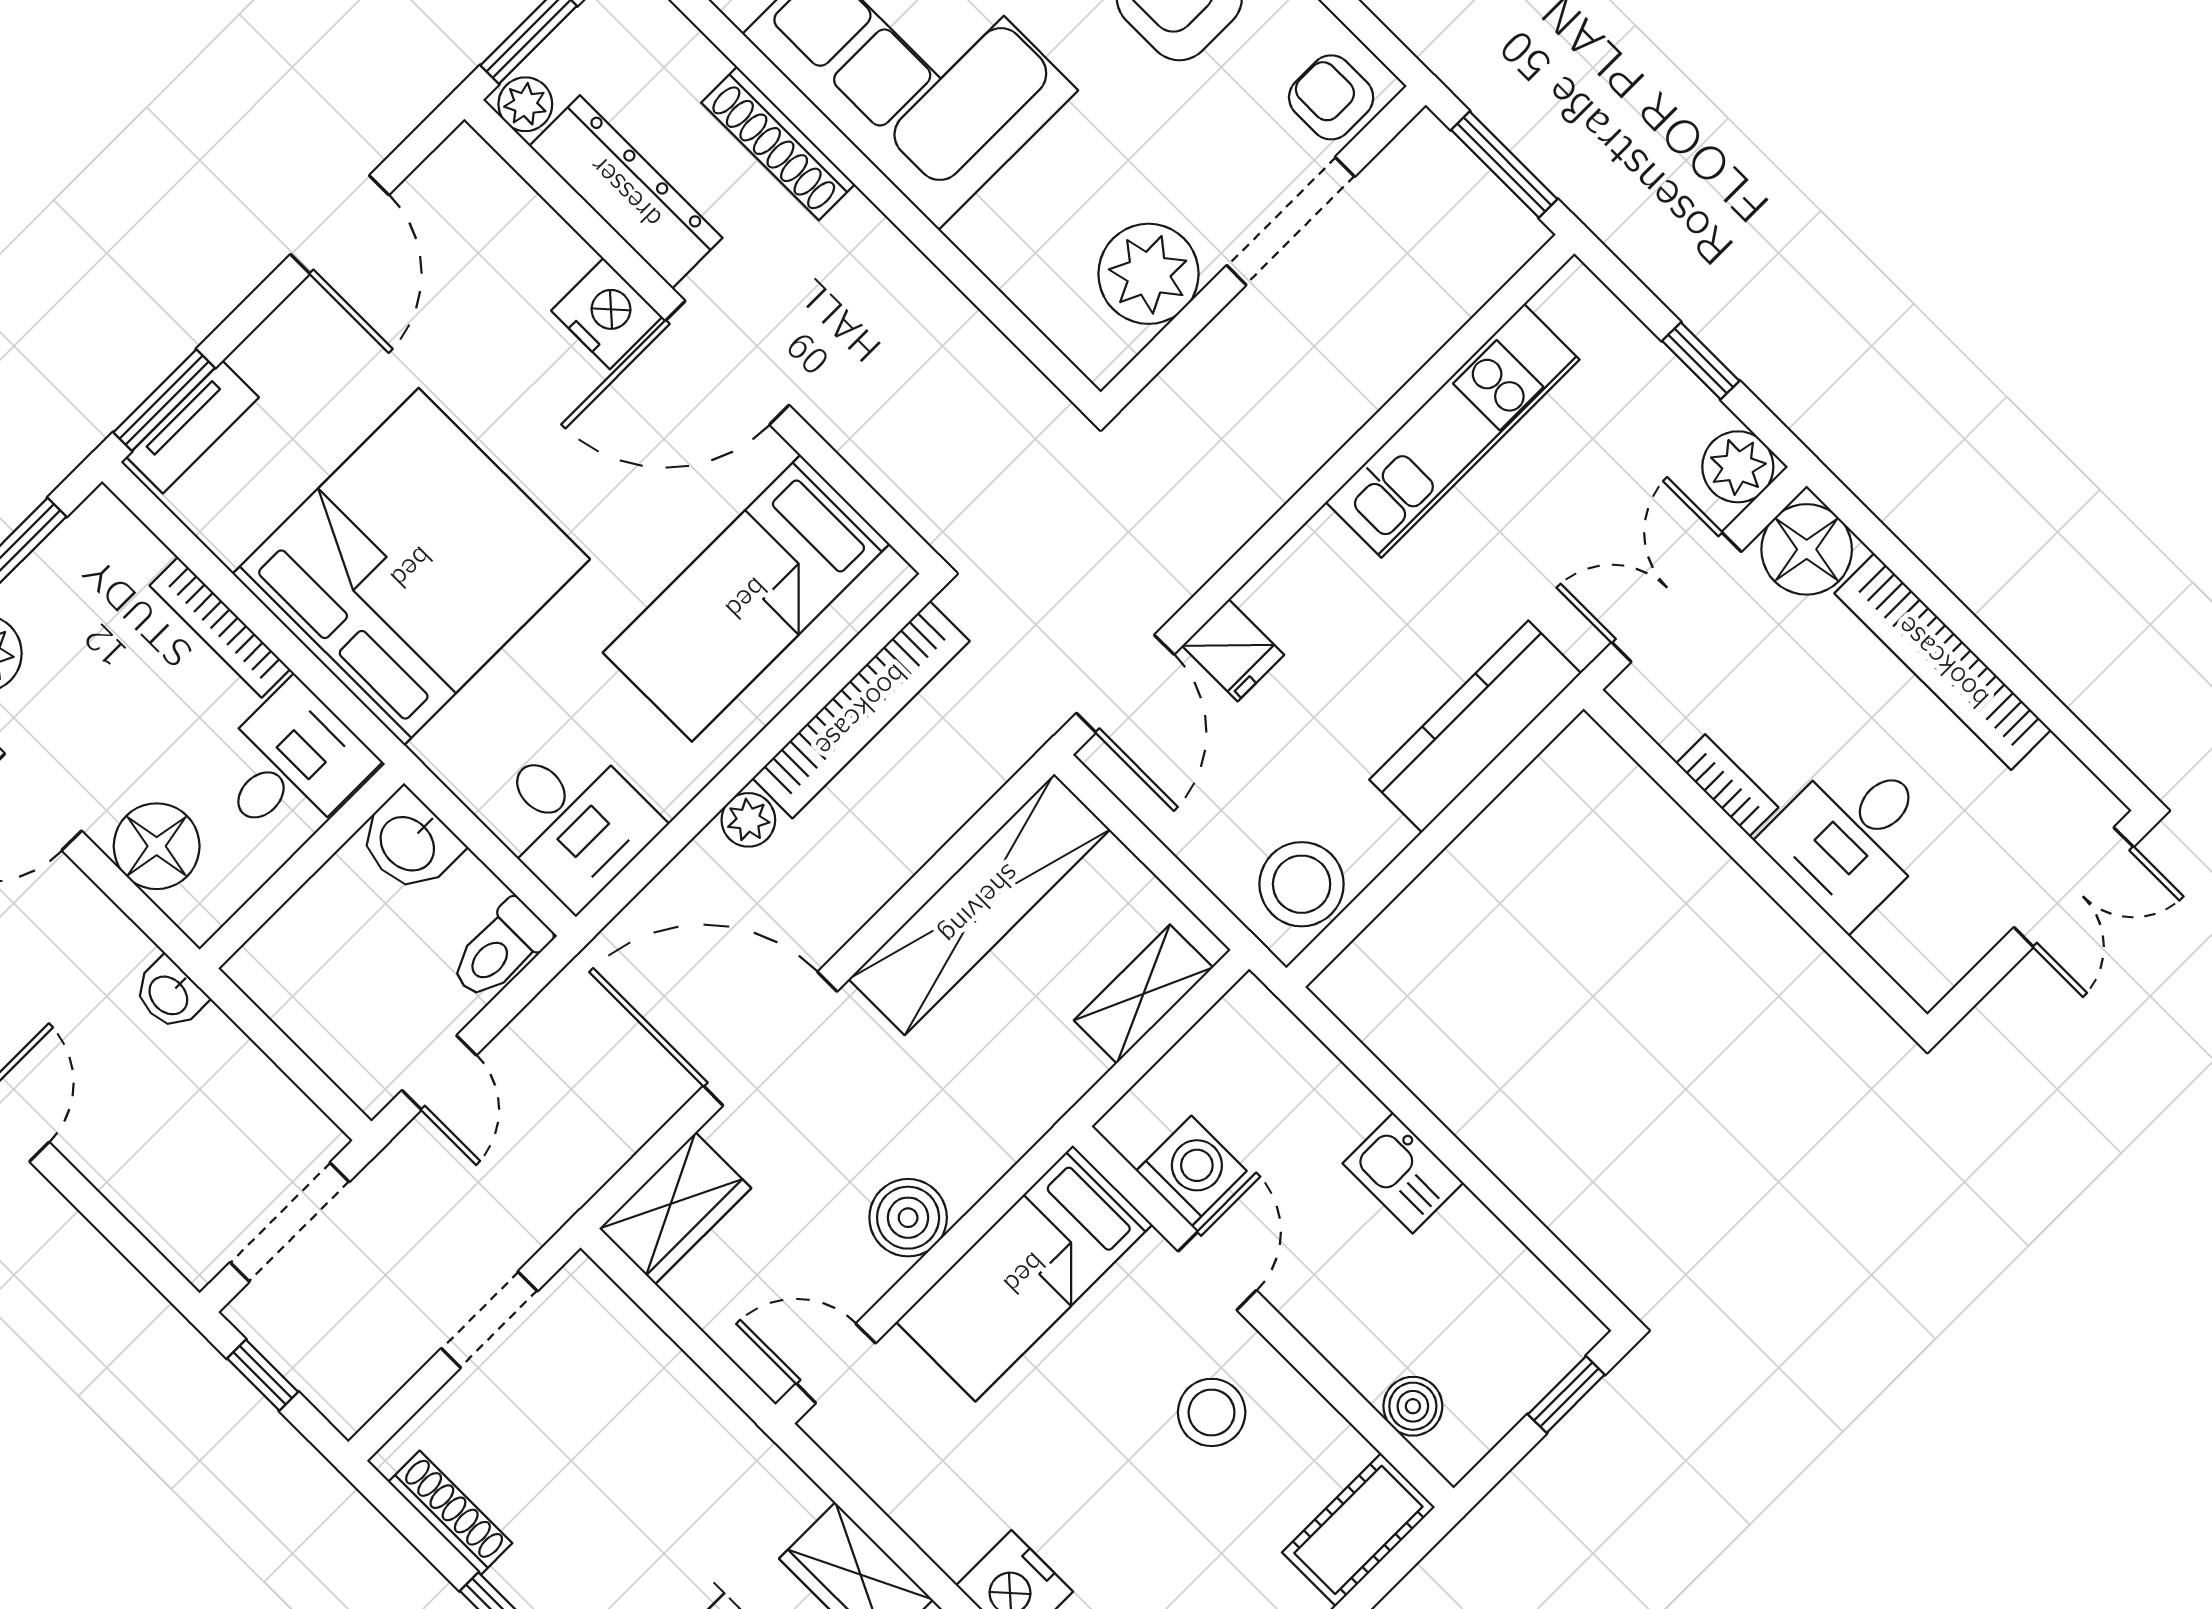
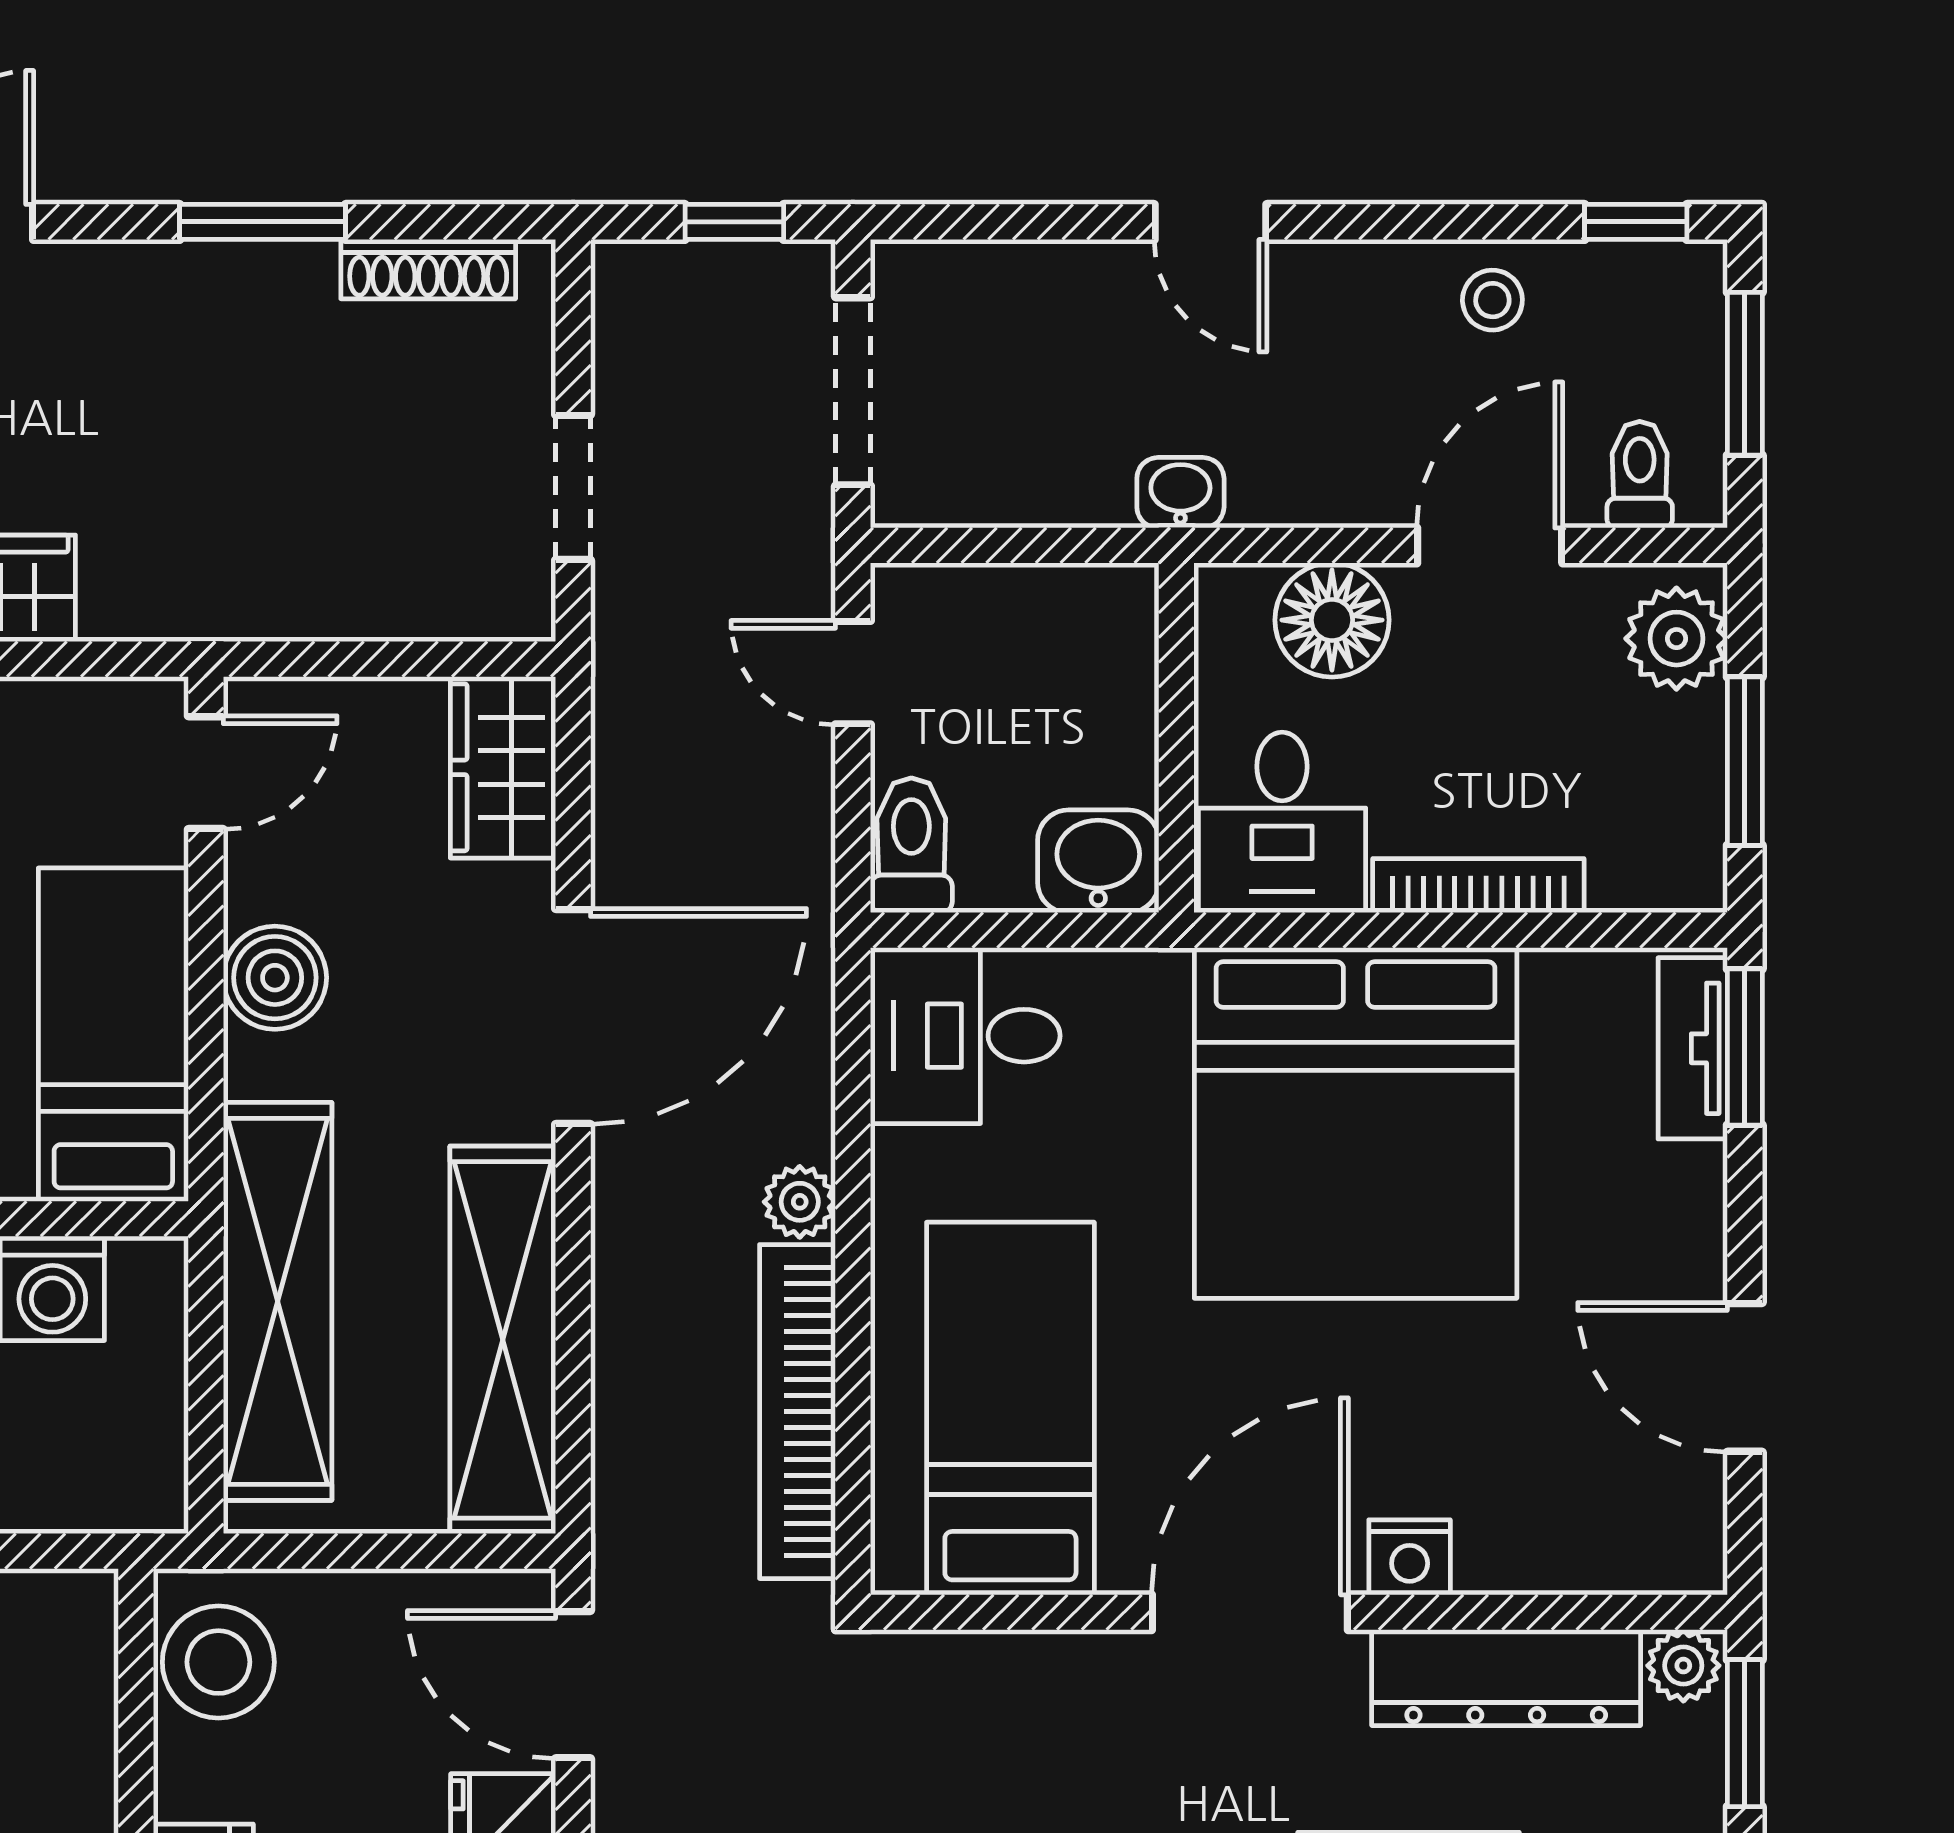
nightstand: (607, 314) -> (1410, 1557), width x0.74, depth x0.75
shelving: (1143, 994) -> (278, 1301), width x2.20, depth x1.33

